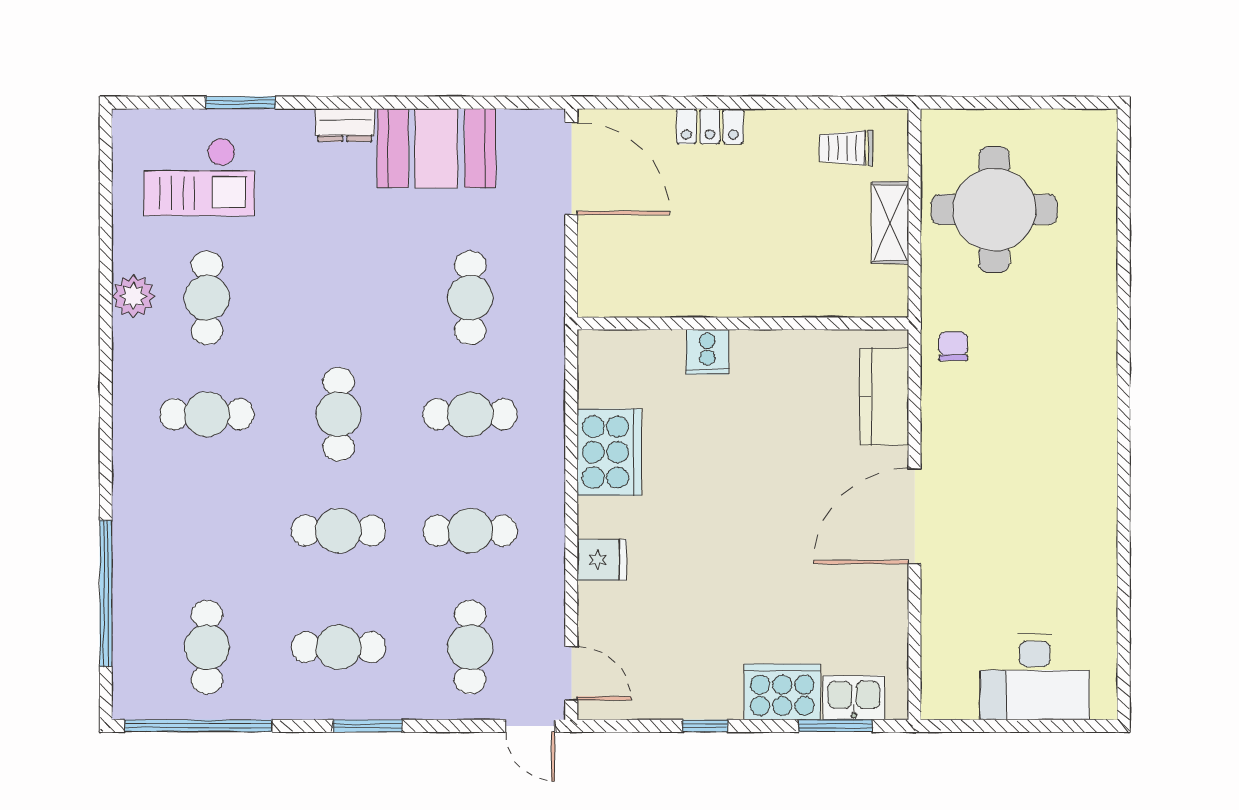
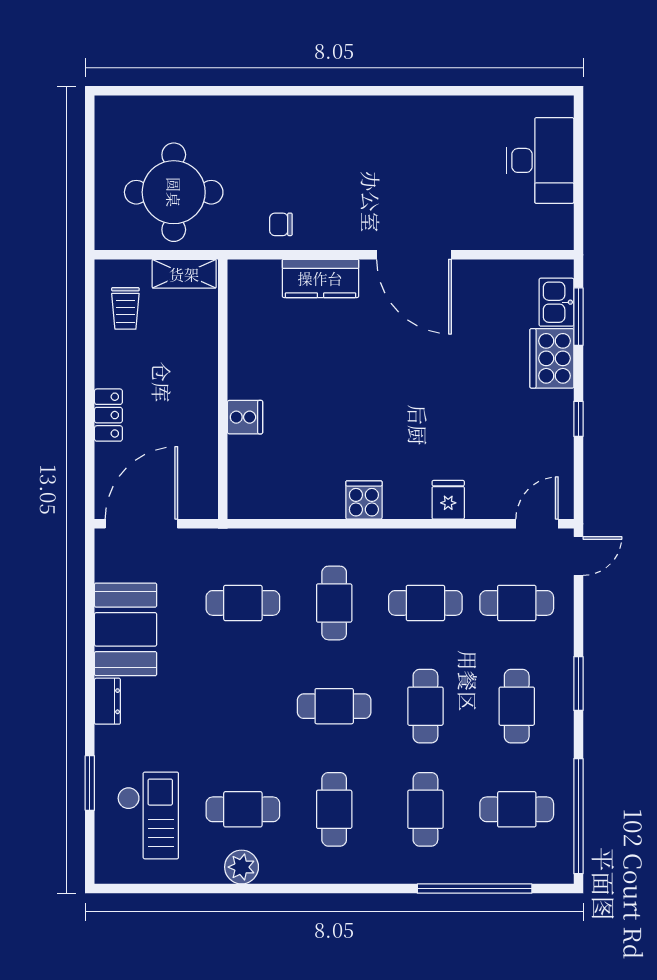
wall: (743, 324) -> (223, 389), moved
cooker: (707, 352) -> (245, 417), moved
cooker: (609, 452) -> (364, 500), width x0.53, depth x0.76
cafe table: (207, 531) -> (425, 809), added
cafe table: (470, 531) -> (425, 603), turned 90

